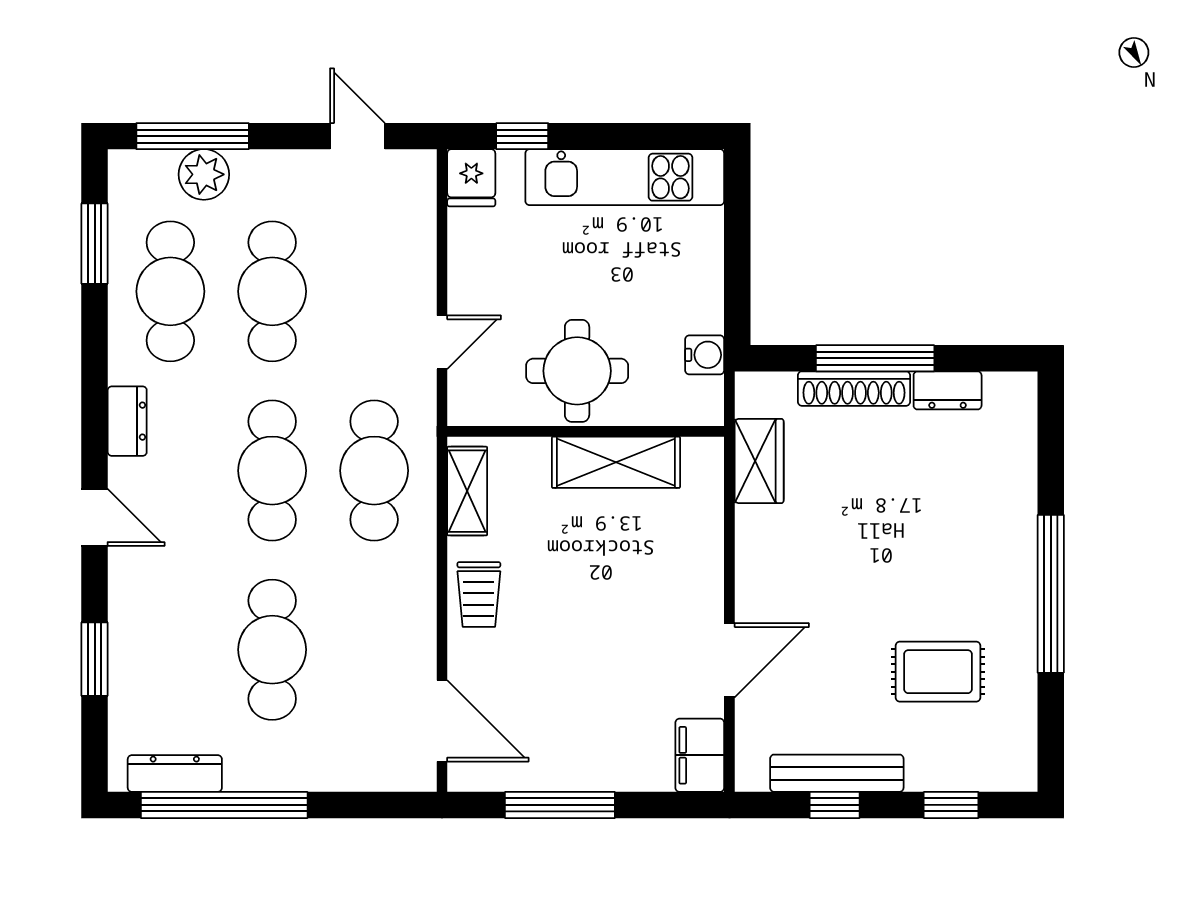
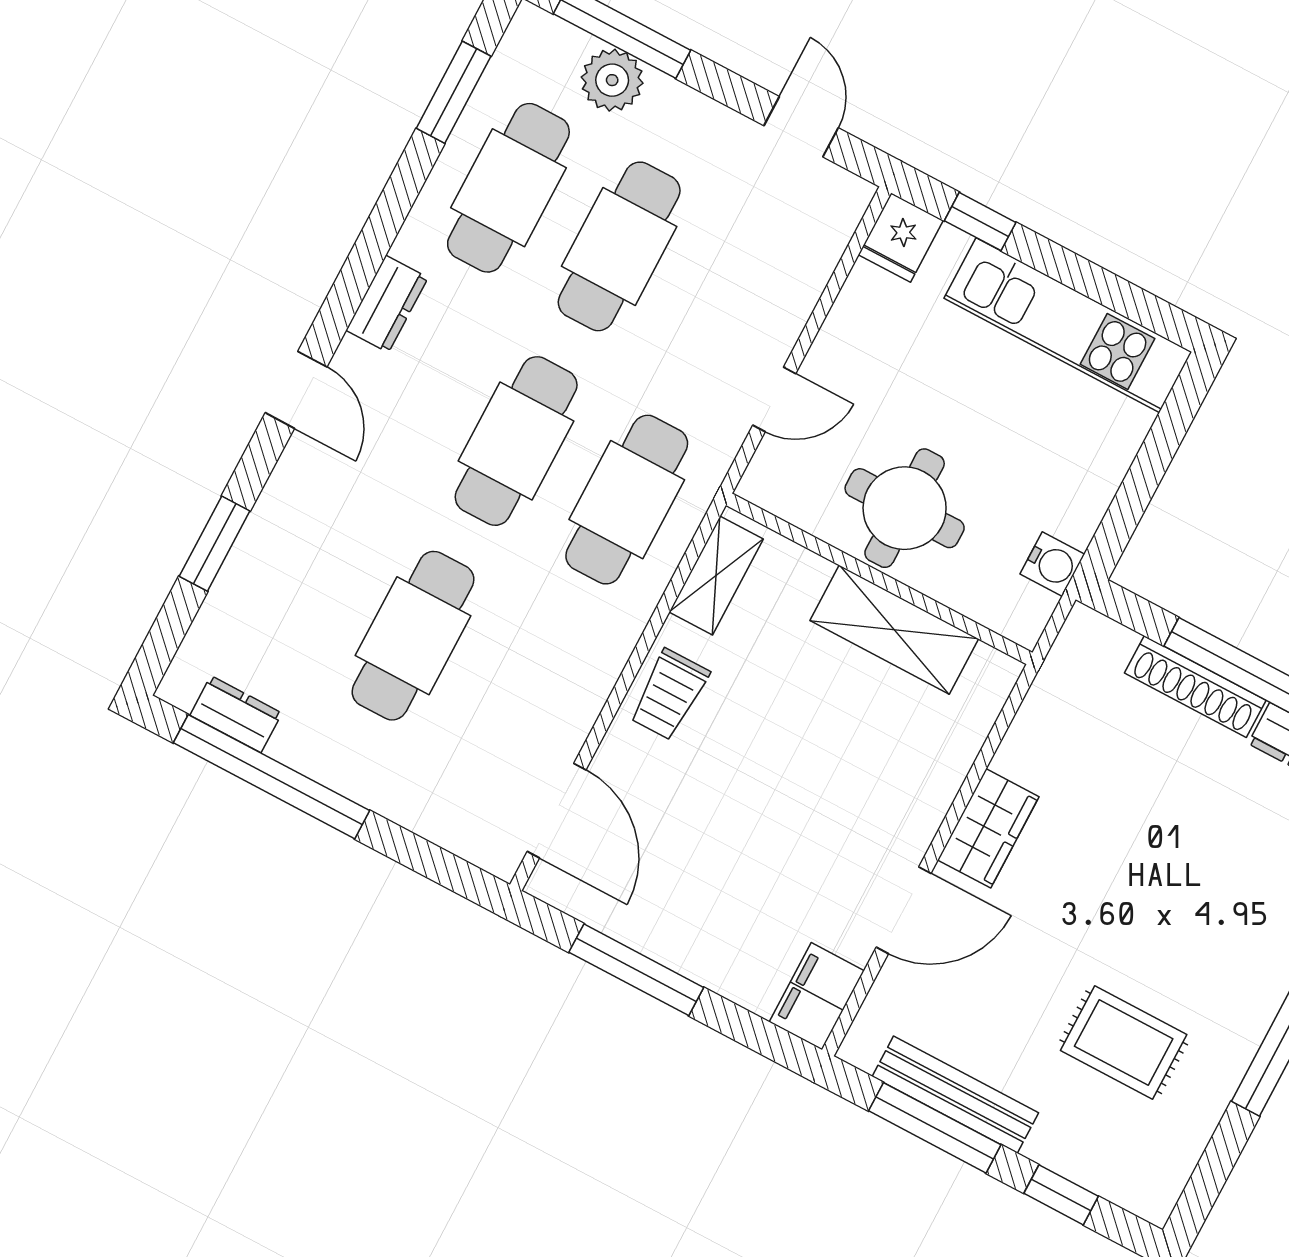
wardrobe: (759, 461) -> (988, 828), moved
dresser: (175, 773) -> (236, 714), width x0.70
window: (835, 805) -> (935, 1128), width x2.17

